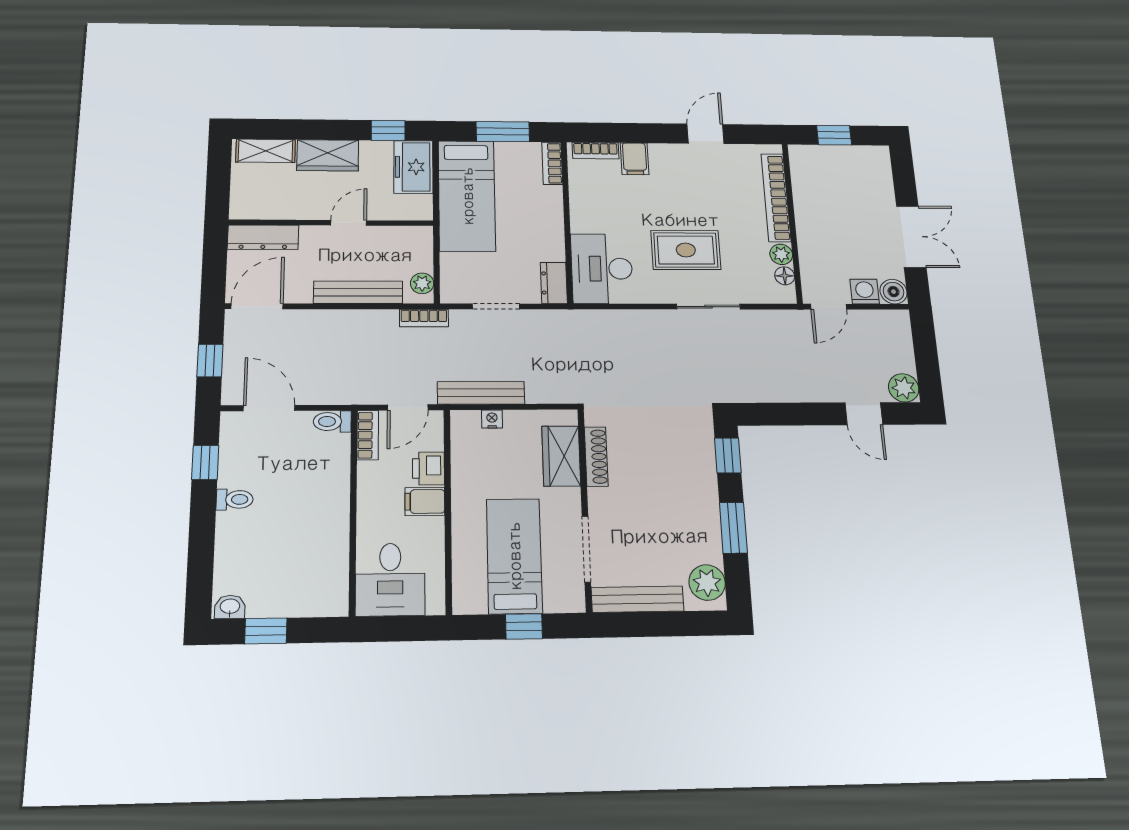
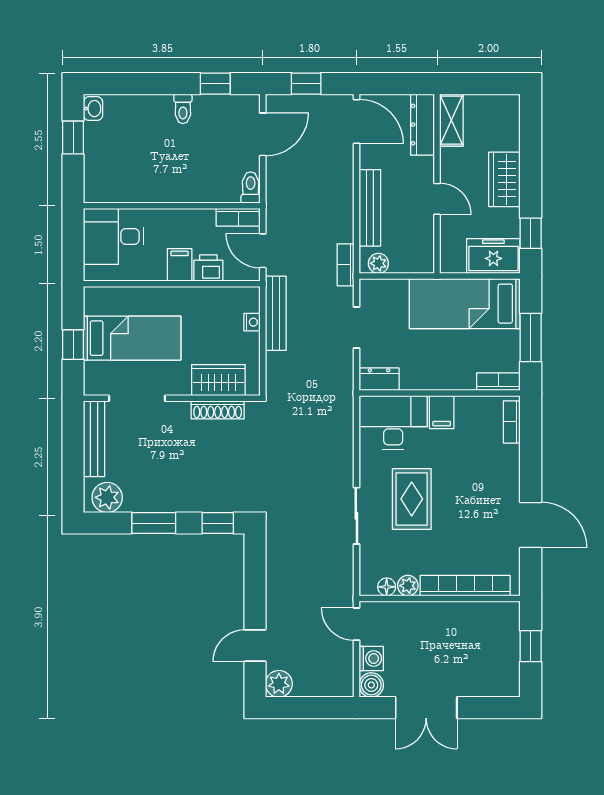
door: (706, 134) -> (531, 525), width x1.38
shelving: (266, 151) -> (451, 120), moved
filing cabinet: (635, 159) -> (442, 412), moved, turned -90

